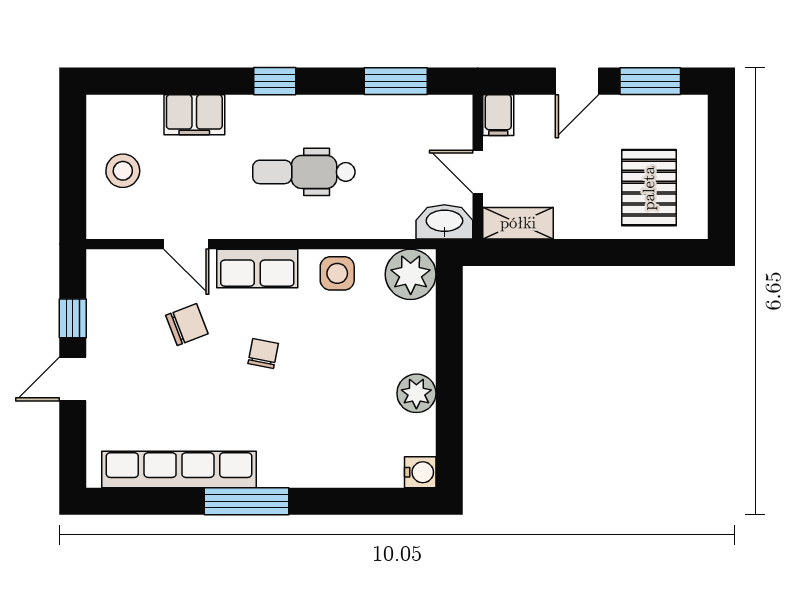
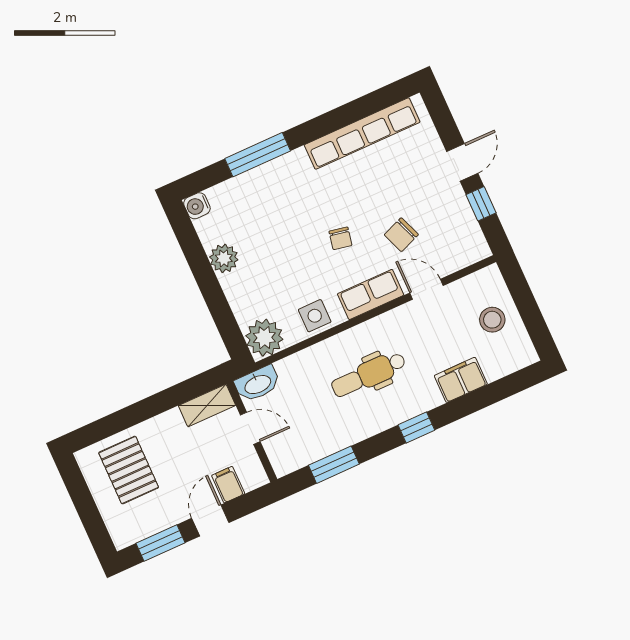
filing cabinet: (498, 115) -> (228, 485), moved
dental chair: (304, 172) -> (369, 375), turned 180
window: (246, 501) -> (258, 155), moved

